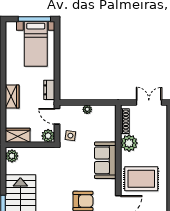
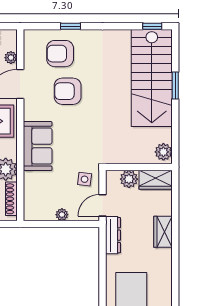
dresser: (49, 90) -> (113, 235), width x1.44
door: (57, 116) -> (102, 205), swing flipped
plant: (48, 136) -> (129, 179), moved

